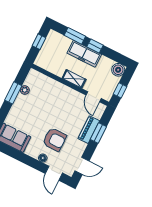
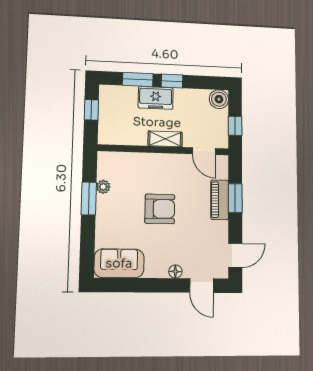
freezer: (84, 54) -> (156, 98), width x0.71
armchair: (54, 140) -> (160, 209), moved

